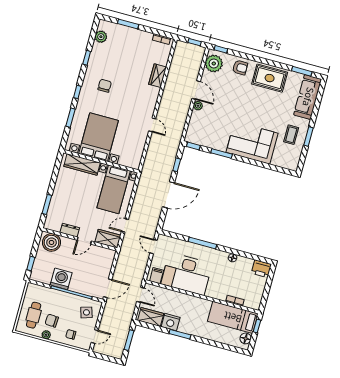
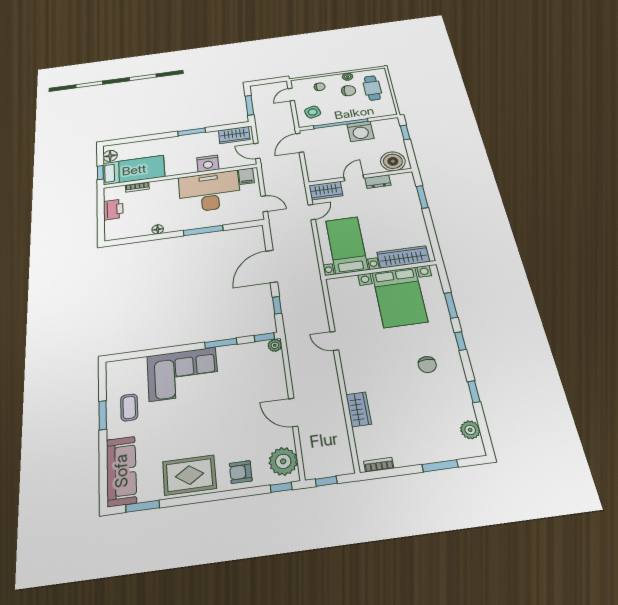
plant: (198, 106) -> (275, 345), moved
printer: (261, 269) -> (113, 209), moved, turned 90
nightstand: (171, 322) -> (208, 164), moved, turned 180

